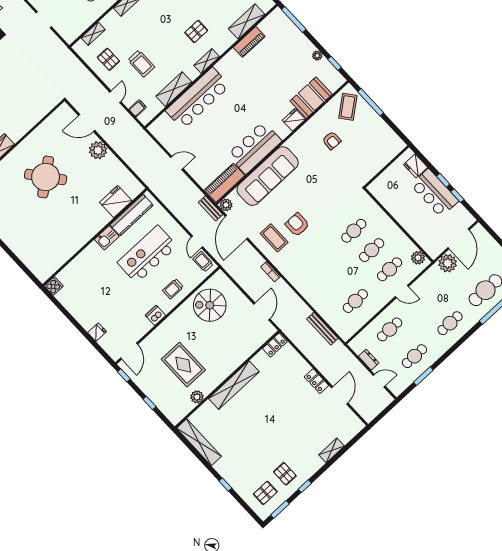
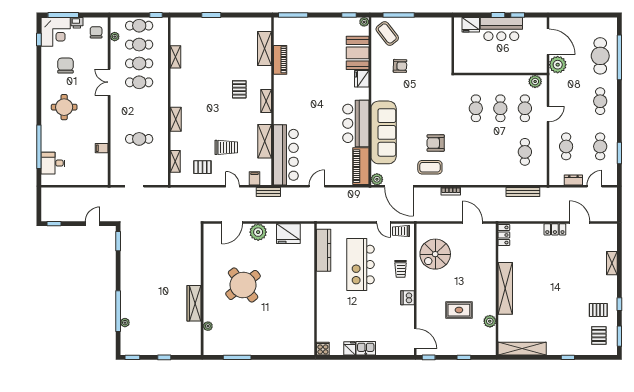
plant: (317, 56) -> (364, 22), moved
bar counter: (198, 98) -> (286, 155), moved
fridge: (116, 202) -> (288, 234), moved, turned -90
bench: (211, 208) -> (268, 192), moved
kitchen sink: (107, 238) -> (366, 348), moved, turned -90
fridge: (97, 332) -> (350, 348), moved
rug: (183, 365) -> (459, 310), width x0.73, depth x0.70

